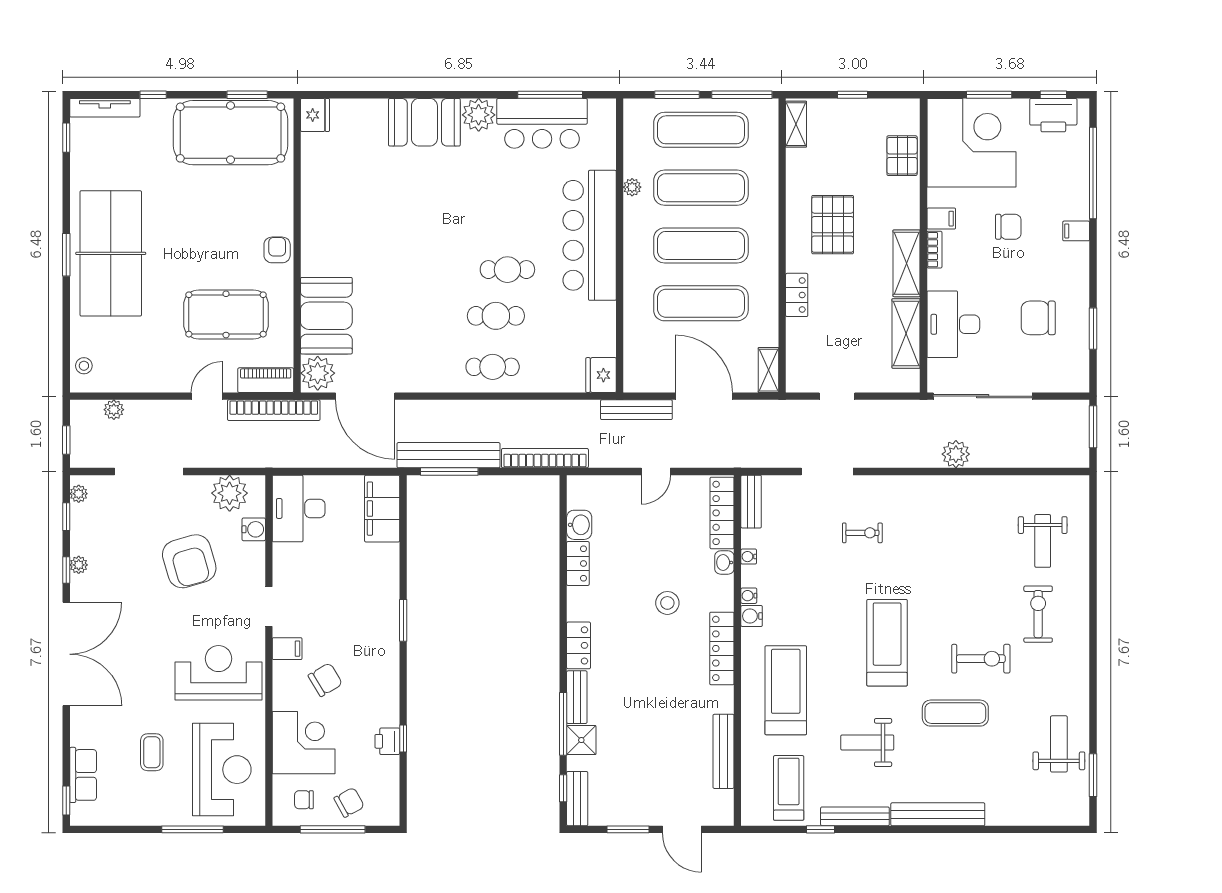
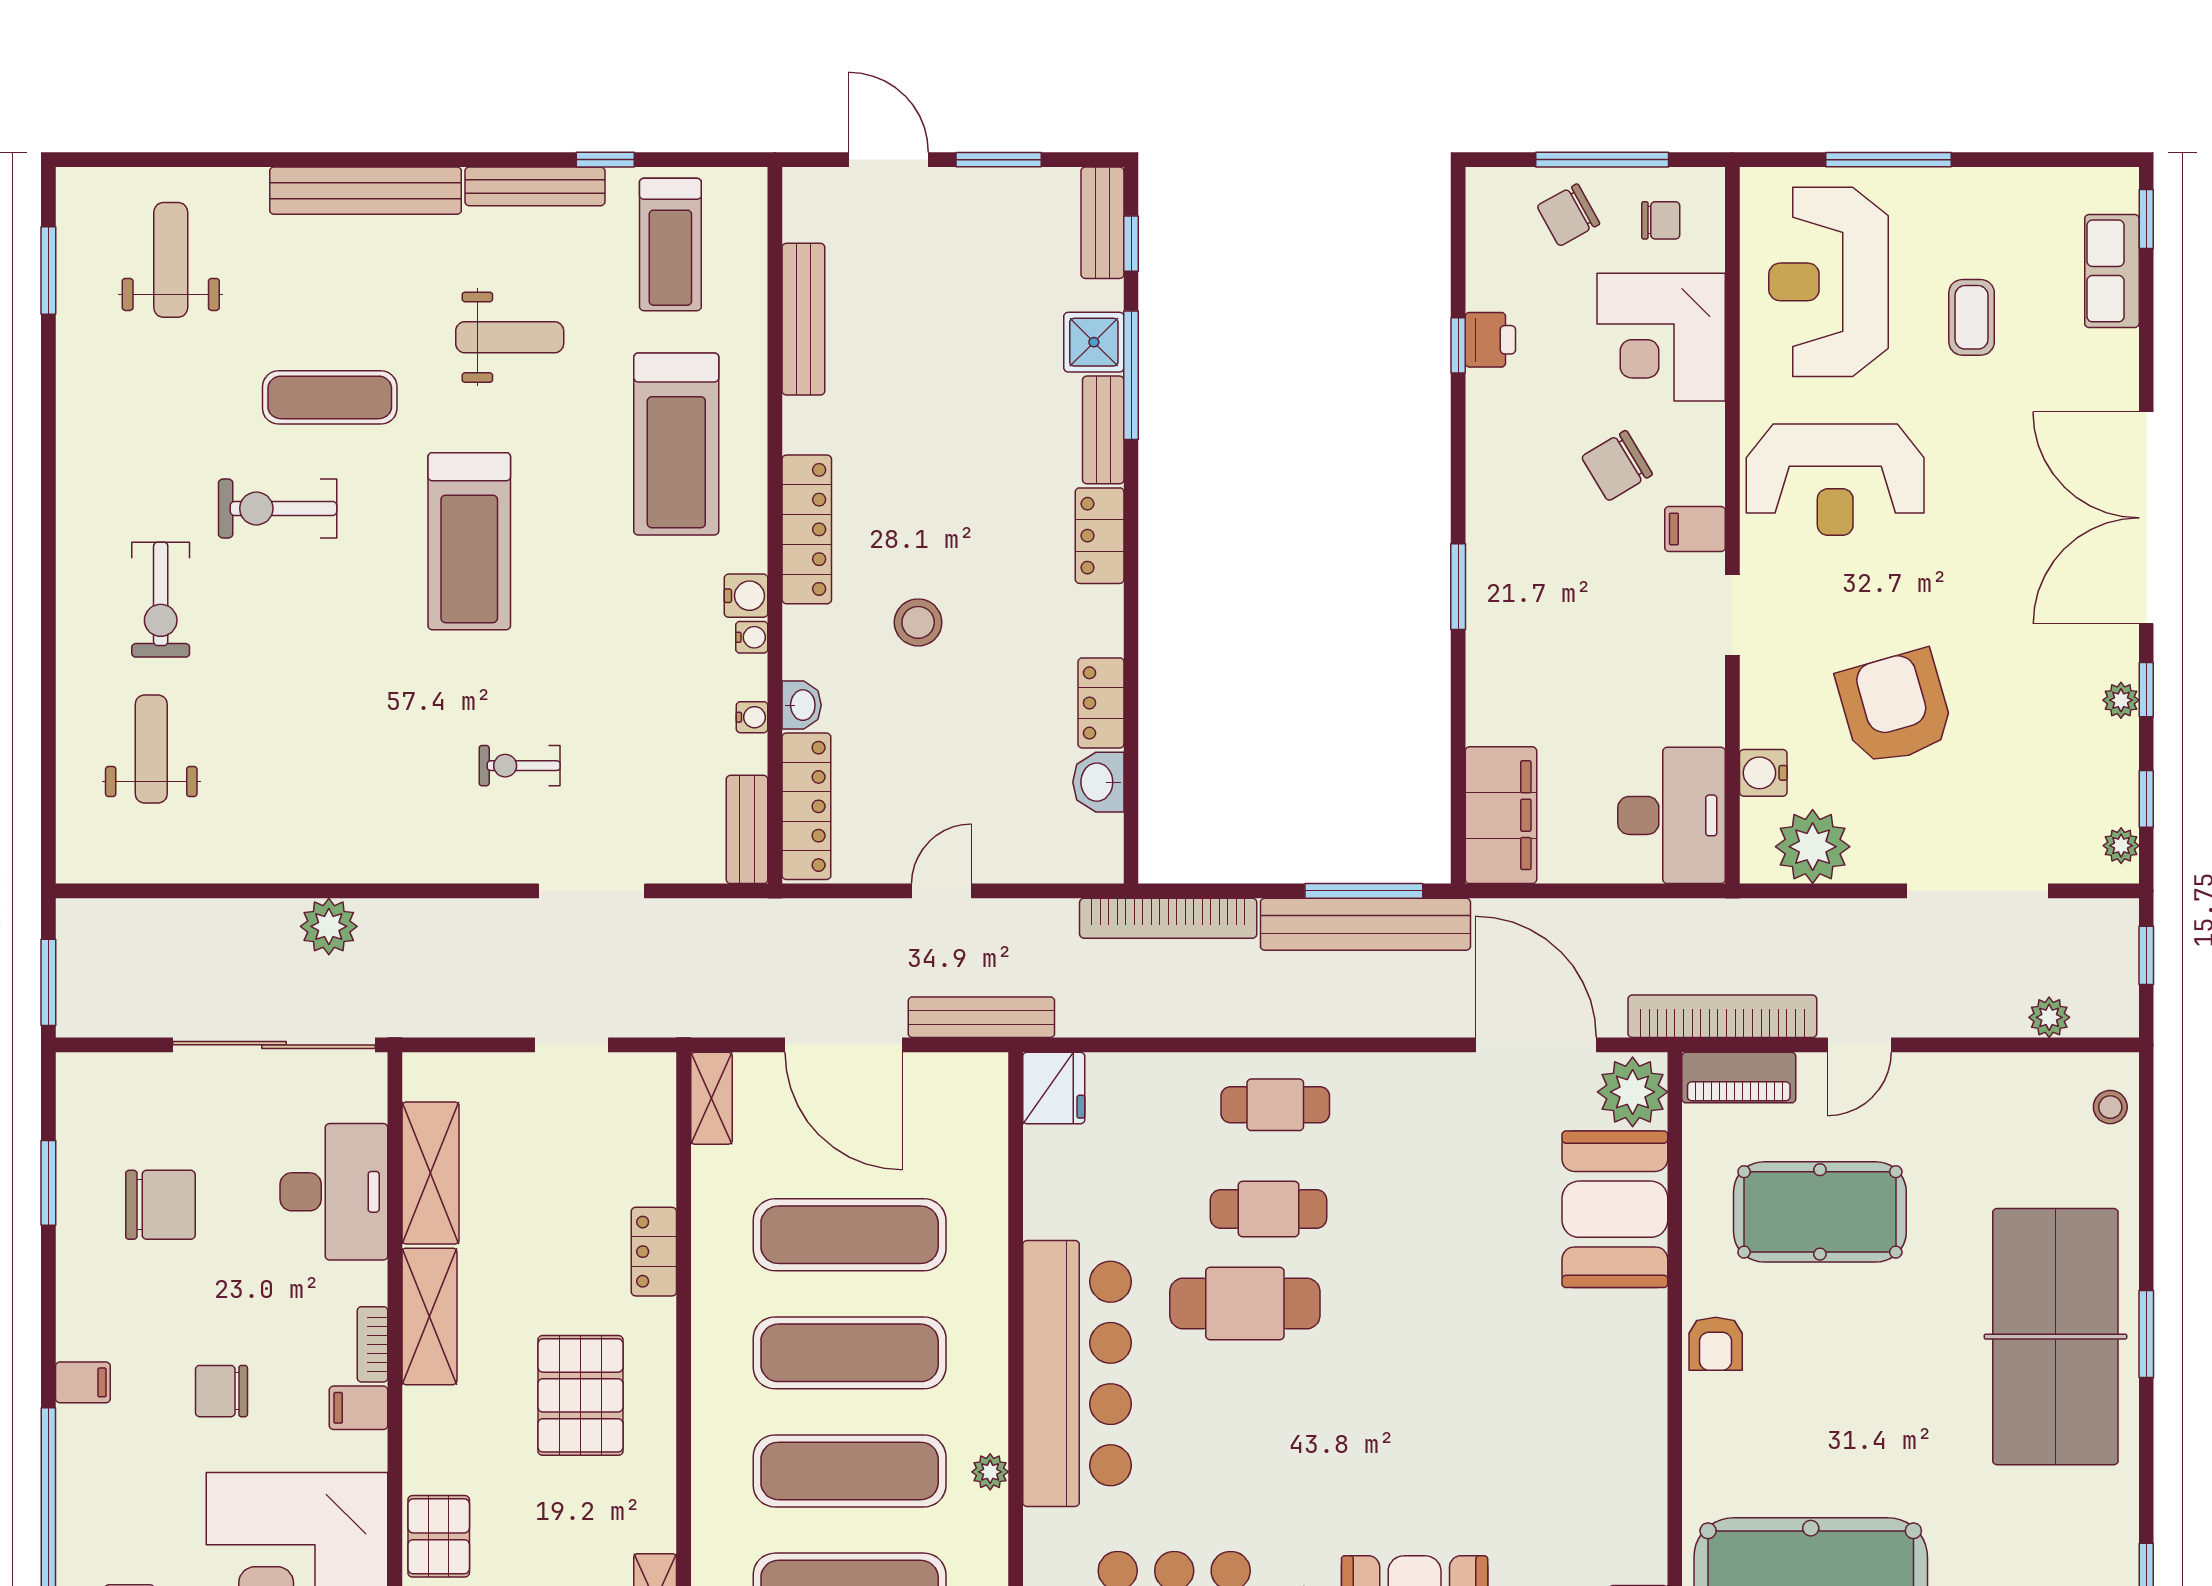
cafe table: (507, 270) -> (1245, 1304), width x1.37, depth x1.35
weight bench: (1059, 744) -> (171, 260), moved, turned 180

